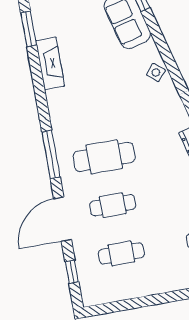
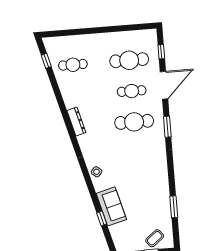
fireplace: (50, 63) -> (162, 184), removed
window: (51, 154) -> (167, 127), width x0.69
cafe table: (121, 253) -> (129, 60), width x1.37, depth x1.35

